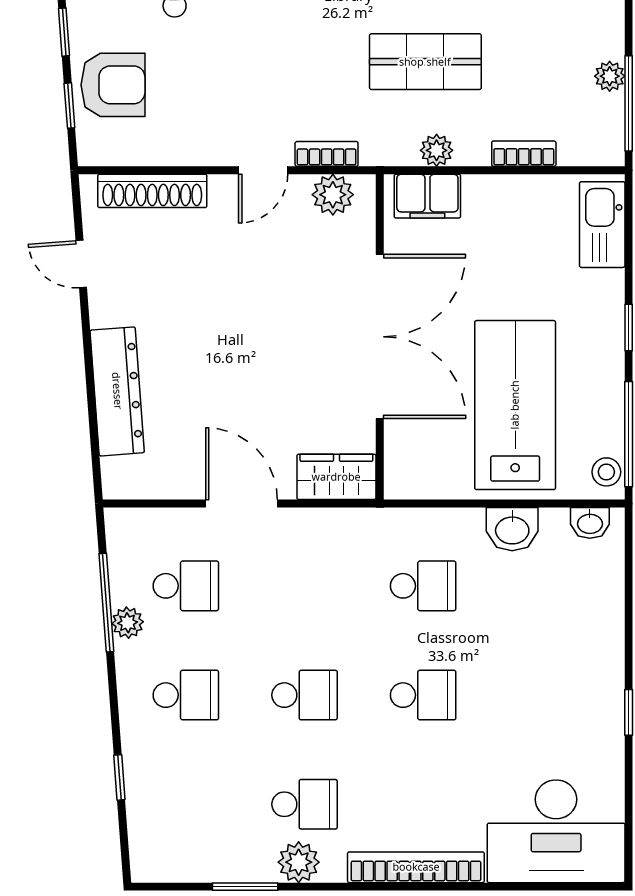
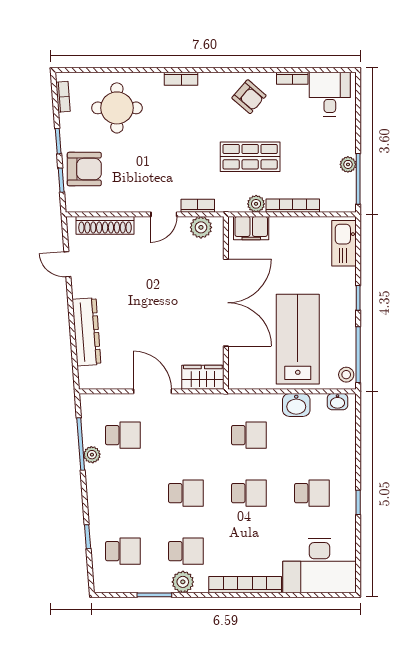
bookcase: (524, 154) -> (293, 206), width x1.56
school desk: (186, 695) -> (123, 551), moved
school desk: (542, 695) -> (312, 493), added

